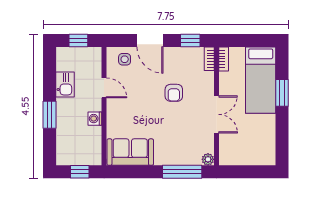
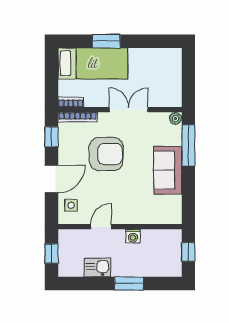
bookcase: (209, 59) -> (78, 117), width x1.56
armchair: (174, 93) -> (106, 154), width x1.88, depth x1.88
sofa: (130, 152) -> (168, 170), moved

